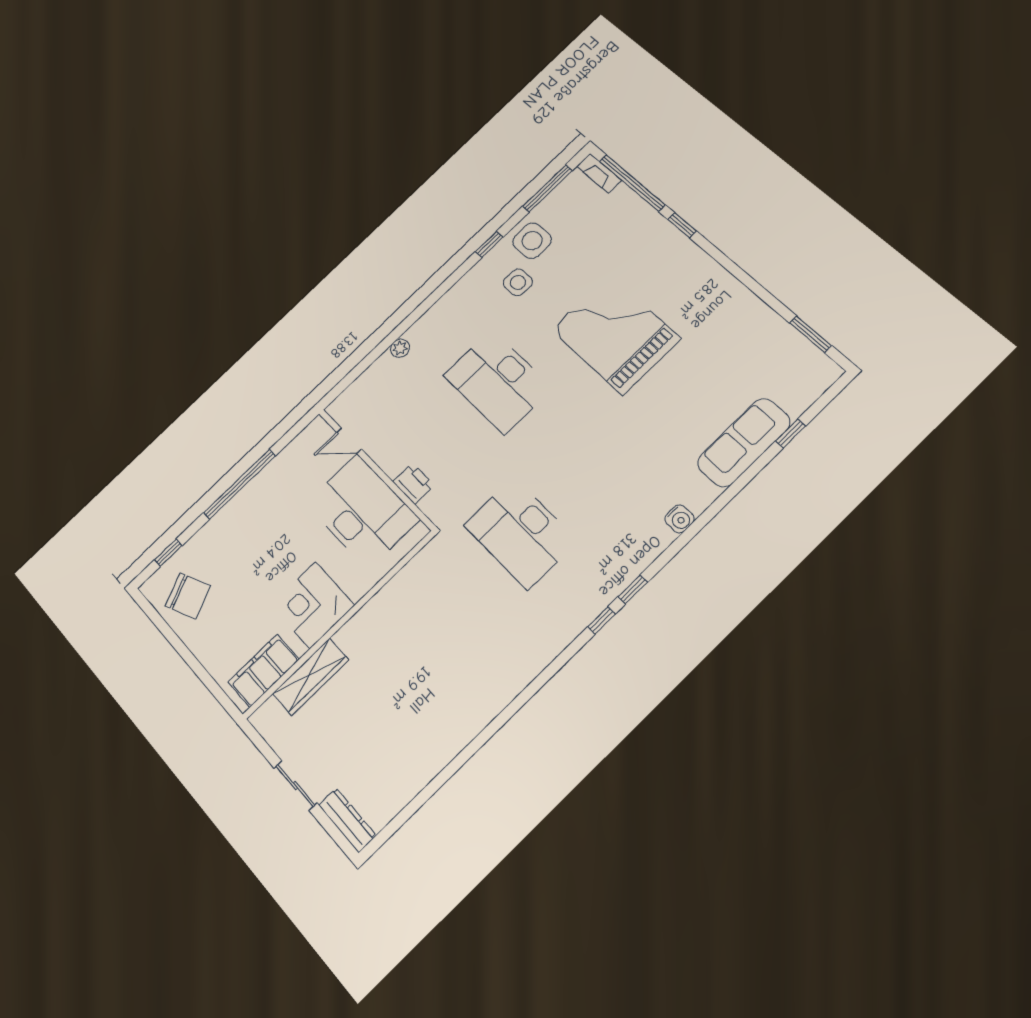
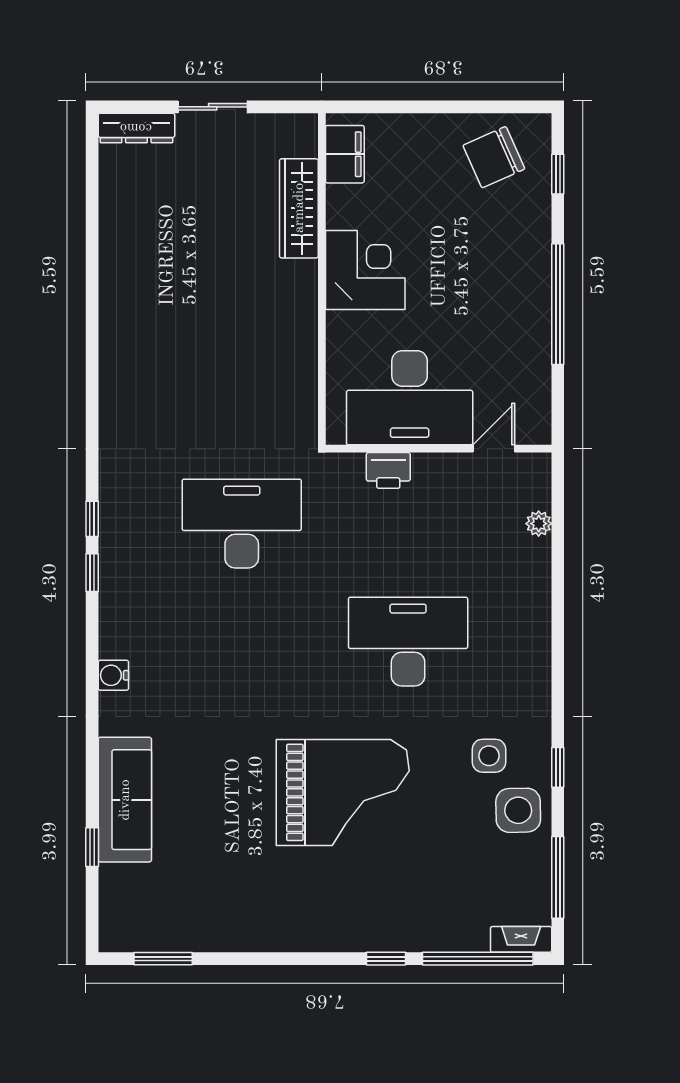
plant: (400, 348) -> (539, 524), moved
filing cabinet: (264, 671) -> (345, 154), width x0.67, depth x0.86

